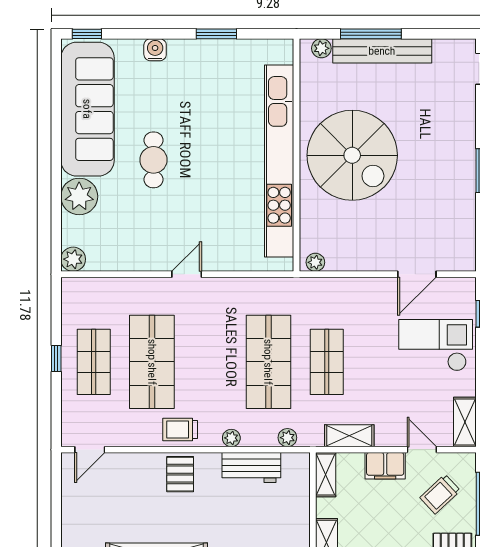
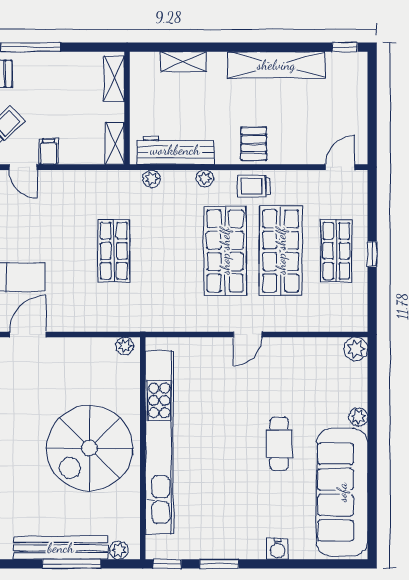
window: (87, 34) -> (167, 564), moved
spiral stairs: (352, 155) -> (90, 448), turned -90
plant: (79, 196) -> (358, 417), width x0.53, depth x0.53
shop shelf: (268, 362) -> (225, 251), moved
trolley: (180, 429) -> (254, 186), turned 180
shelving: (349, 436) -> (92, 180), removed
filing cabinet: (385, 466) -> (49, 152), width x0.50
workbench: (251, 468) -> (175, 150), width x1.38

